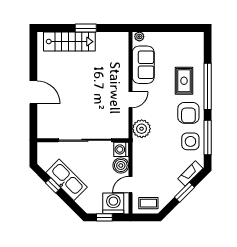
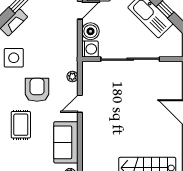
armchair: (188, 113) -> (37, 90), moved
plant: (142, 129) -> (72, 77), width x0.53, depth x0.53

